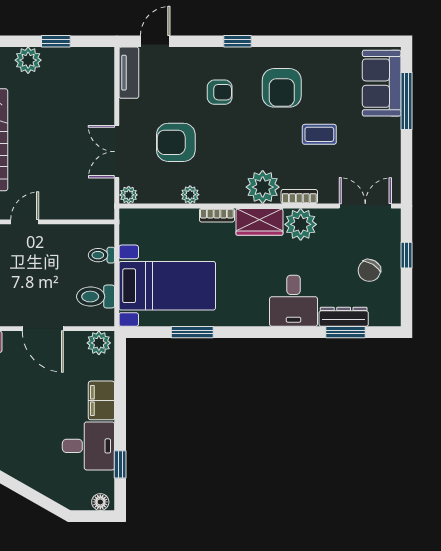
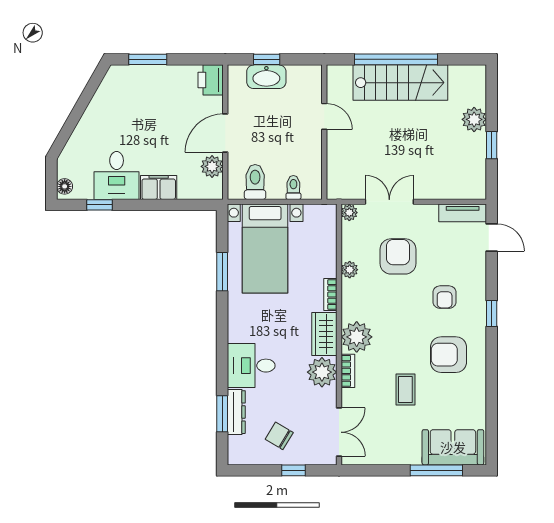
plant: (99, 343) -> (212, 166), moved

